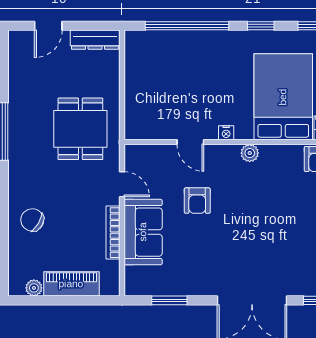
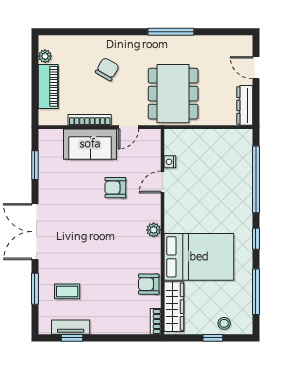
dining table: (80, 129) -> (173, 94), width x1.37
nightstand: (226, 133) -> (170, 162), moved
chair: (32, 220) -> (107, 69), moved

